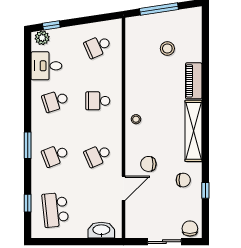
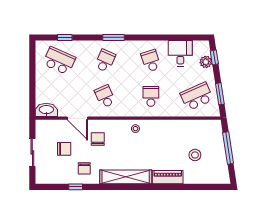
window: (95, 19) -> (220, 94), added
plant: (42, 38) -> (206, 62), moved
school desk: (98, 46) -> (197, 96), width x1.85
school desk: (55, 155) -> (105, 61), turned 45
school desk: (55, 210) -> (59, 61), turned 30
chair: (190, 228) -> (64, 149), moved
washbasin: (101, 230) -> (46, 110), moved, turned -90

